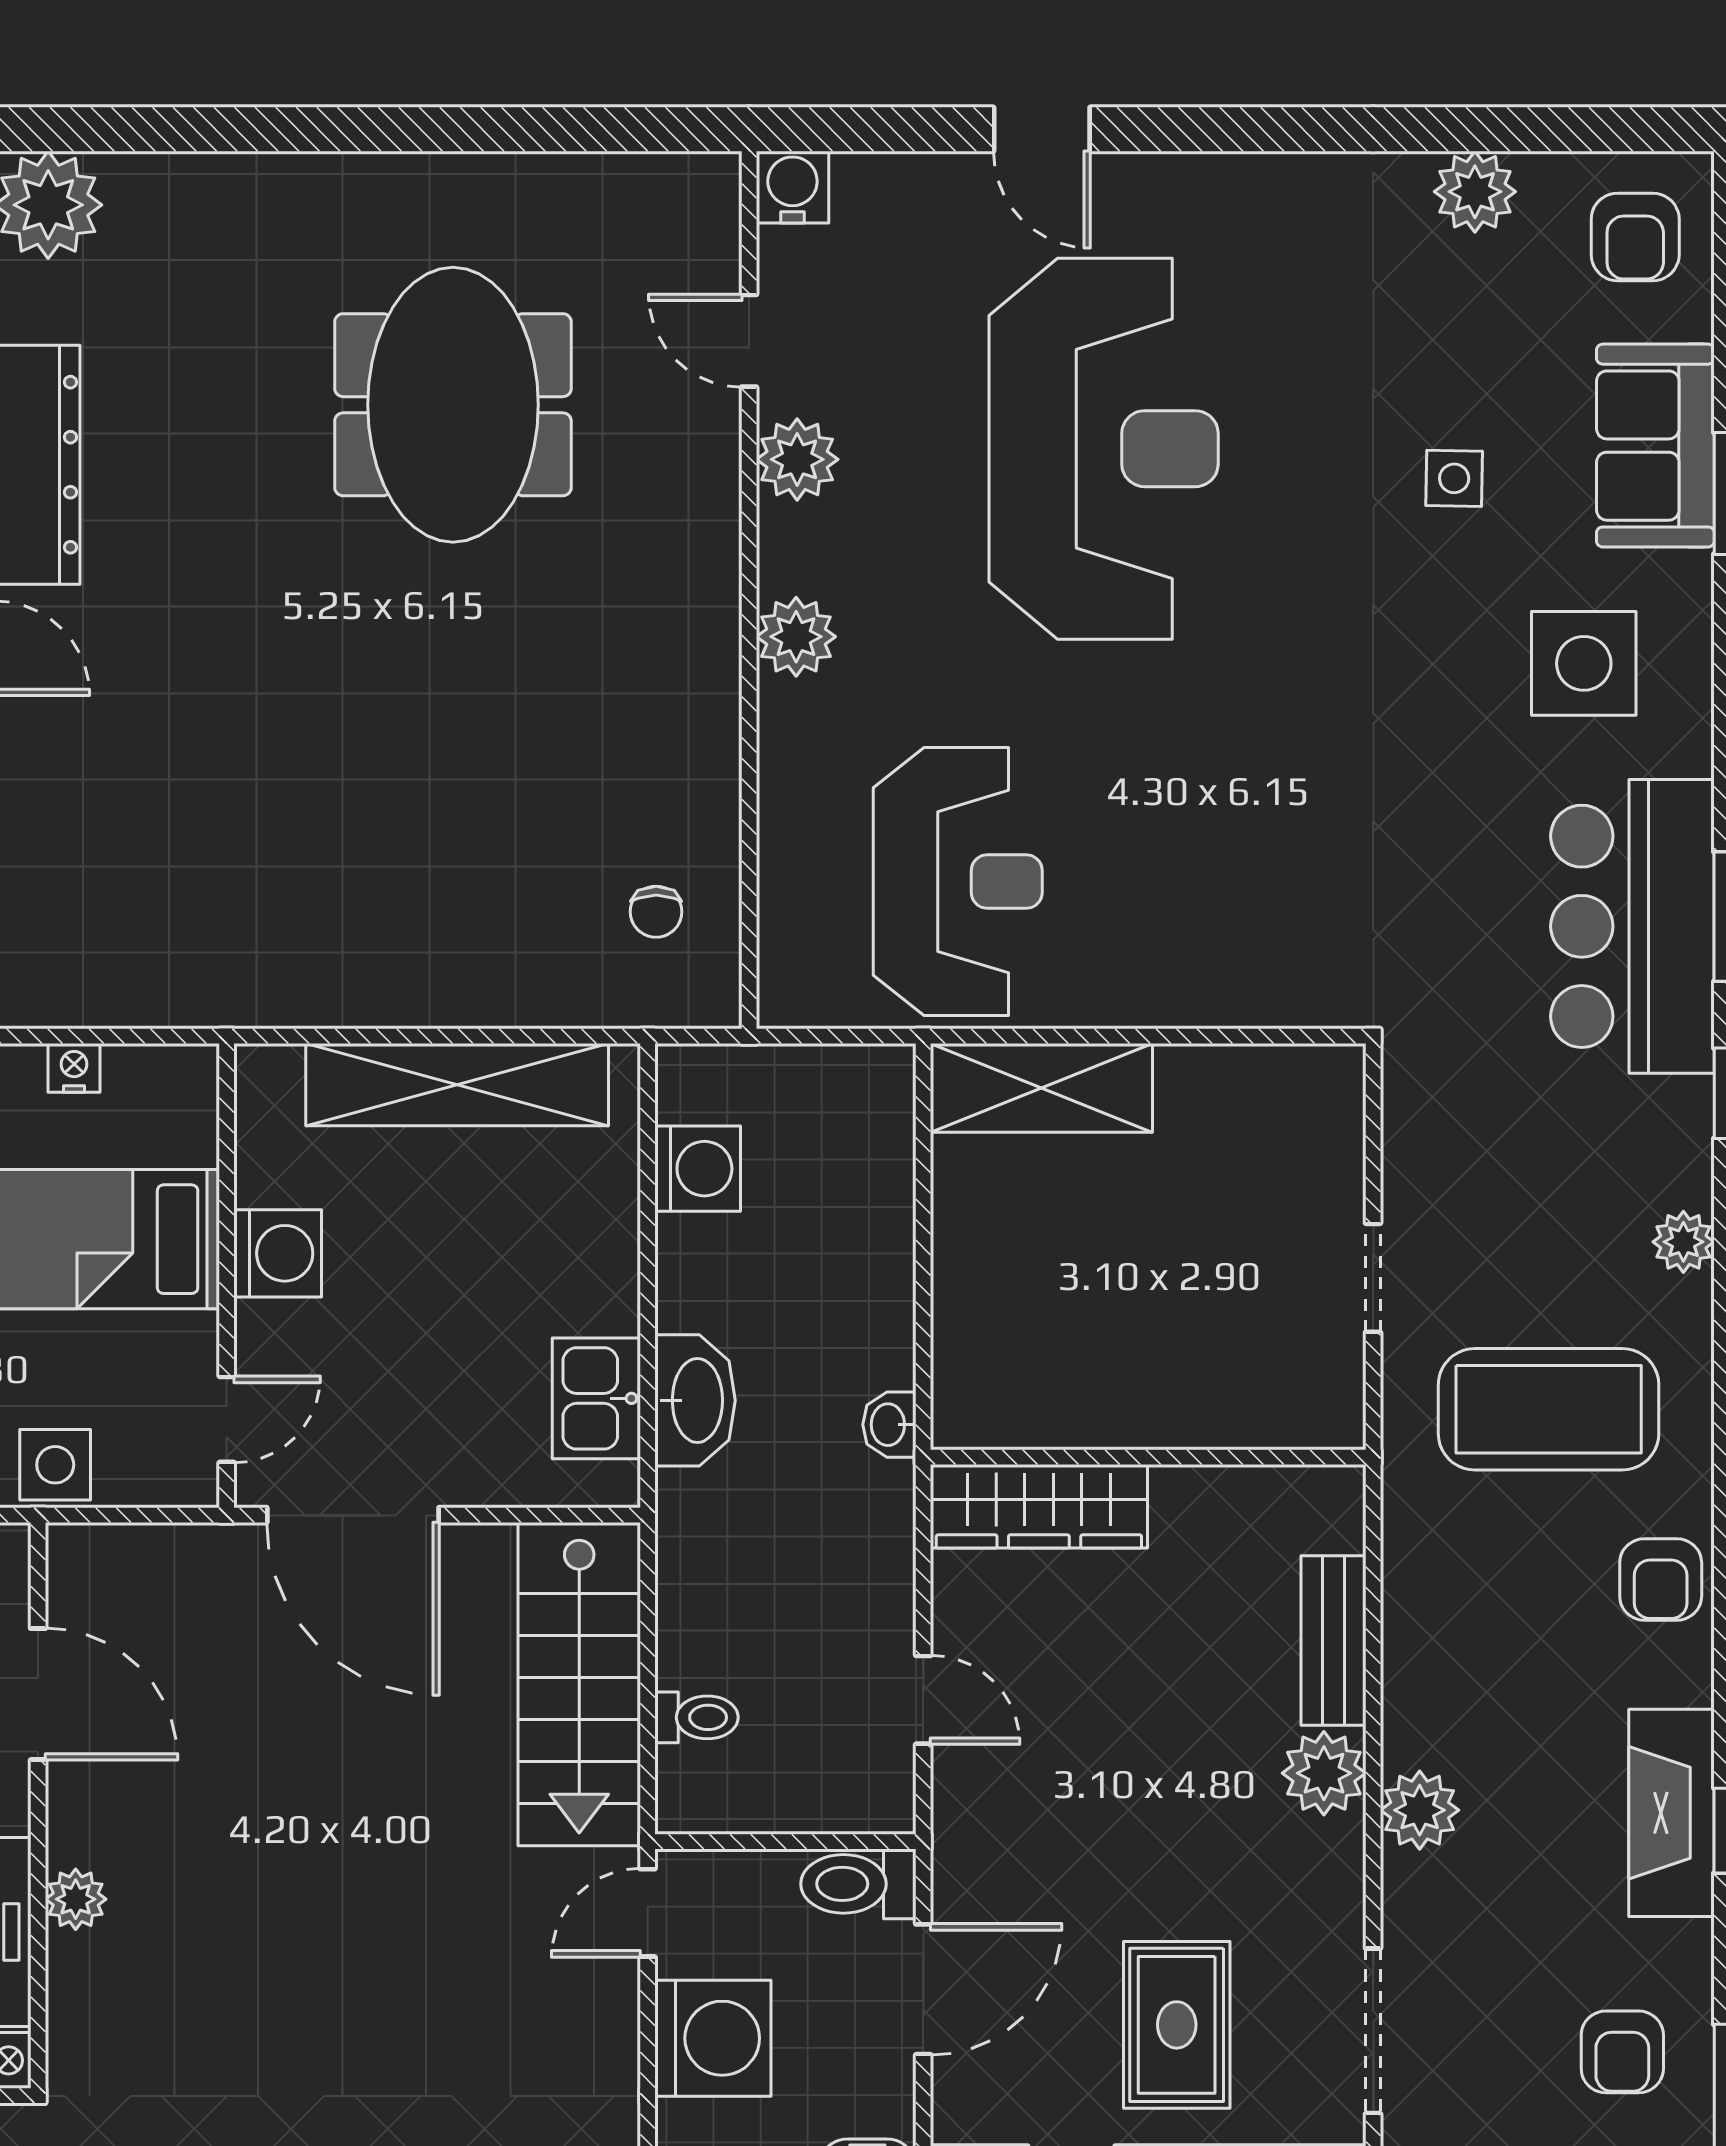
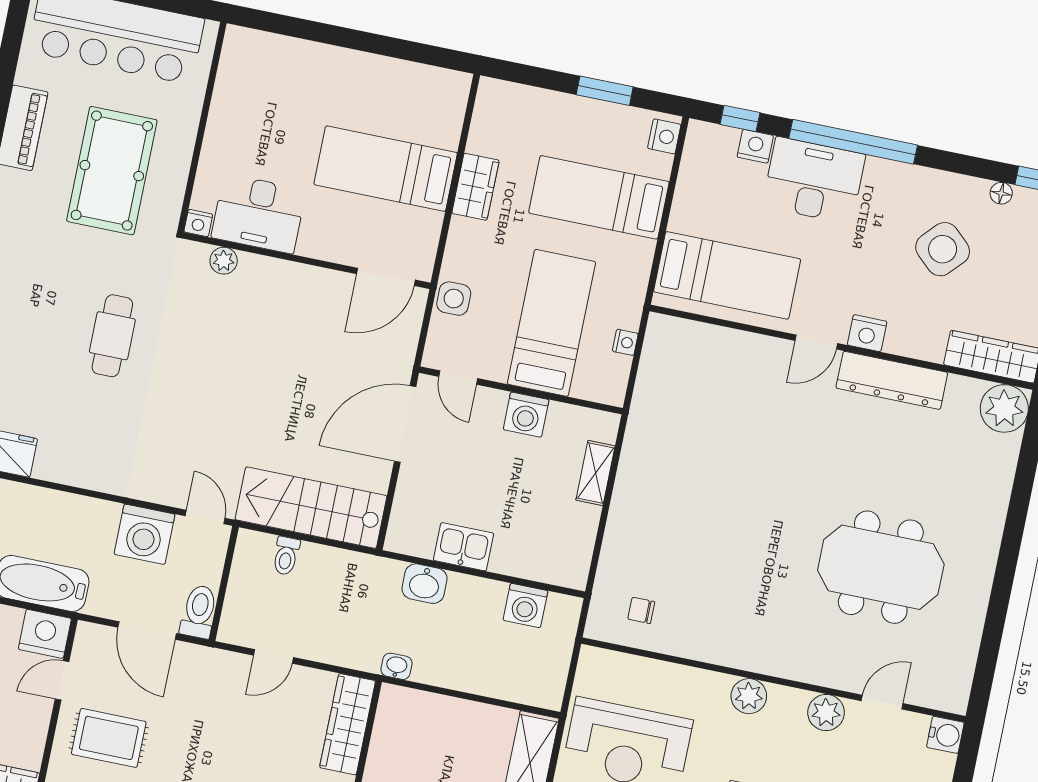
shelving: (457, 1085) -> (595, 473), width x0.45, depth x0.75
kitchen sink: (596, 1398) -> (464, 547), moved
washbasin: (695, 1400) -> (425, 584), width x0.72
door: (38, 1694) -> (386, 277), moved
plant: (76, 1899) -> (224, 261), moved

